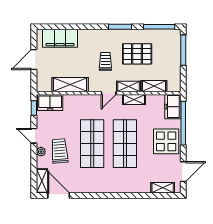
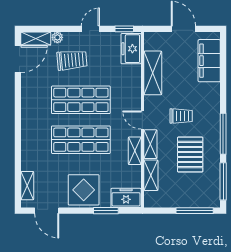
window: (120, 27) -> (223, 134), width x1.44
window: (183, 123) -> (106, 211), width x0.47
plant: (41, 152) -> (57, 37), moved

